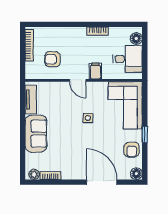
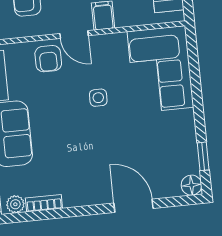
window: (145, 135) -> (203, 156), moved
armchair: (132, 150) -> (48, 59), moved
door: (102, 182) -> (134, 206), width x0.73

